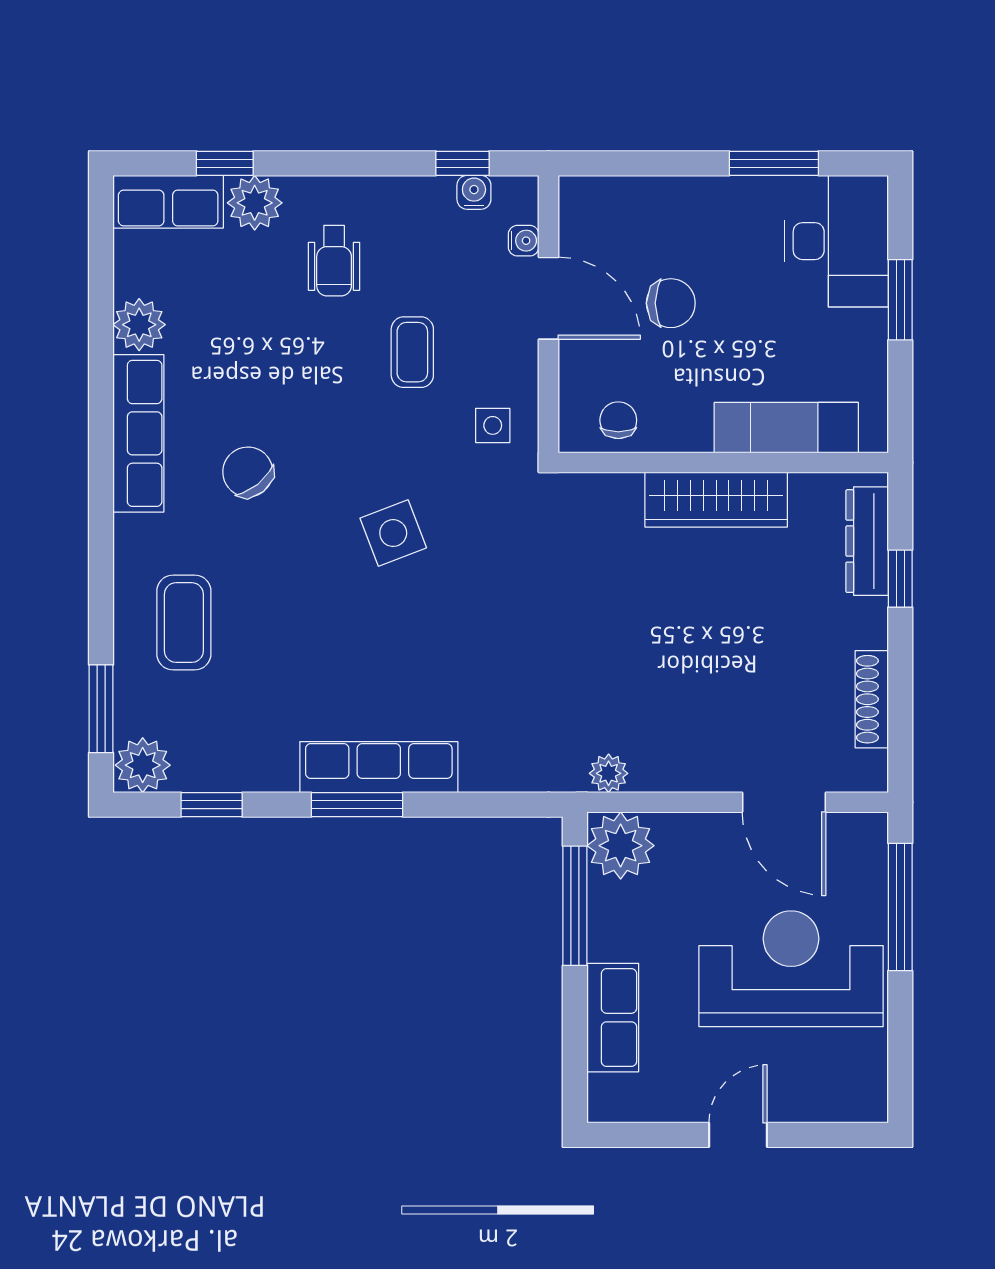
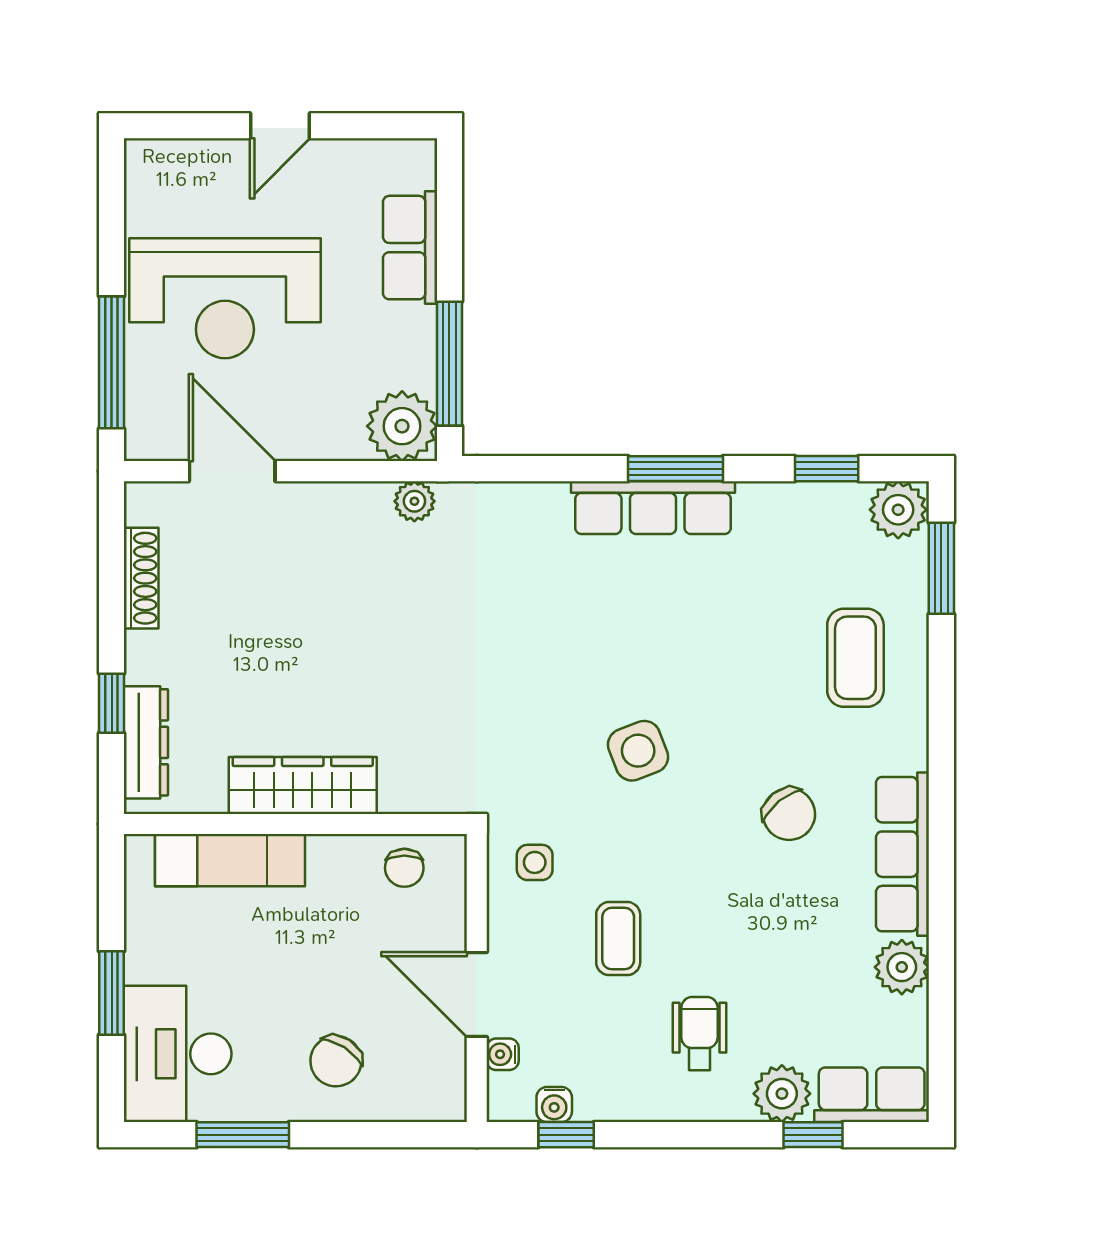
chair: (671, 303) -> (336, 1061), moved, turned -57

